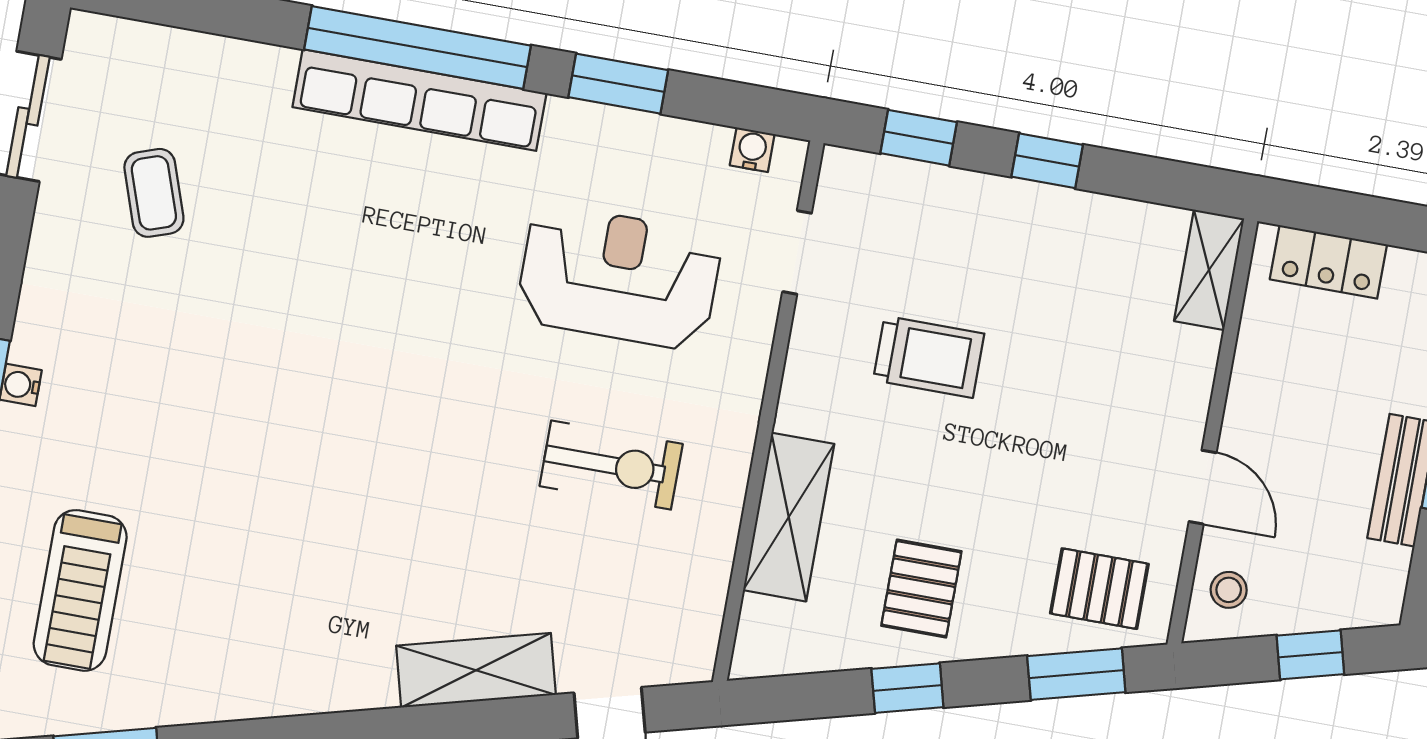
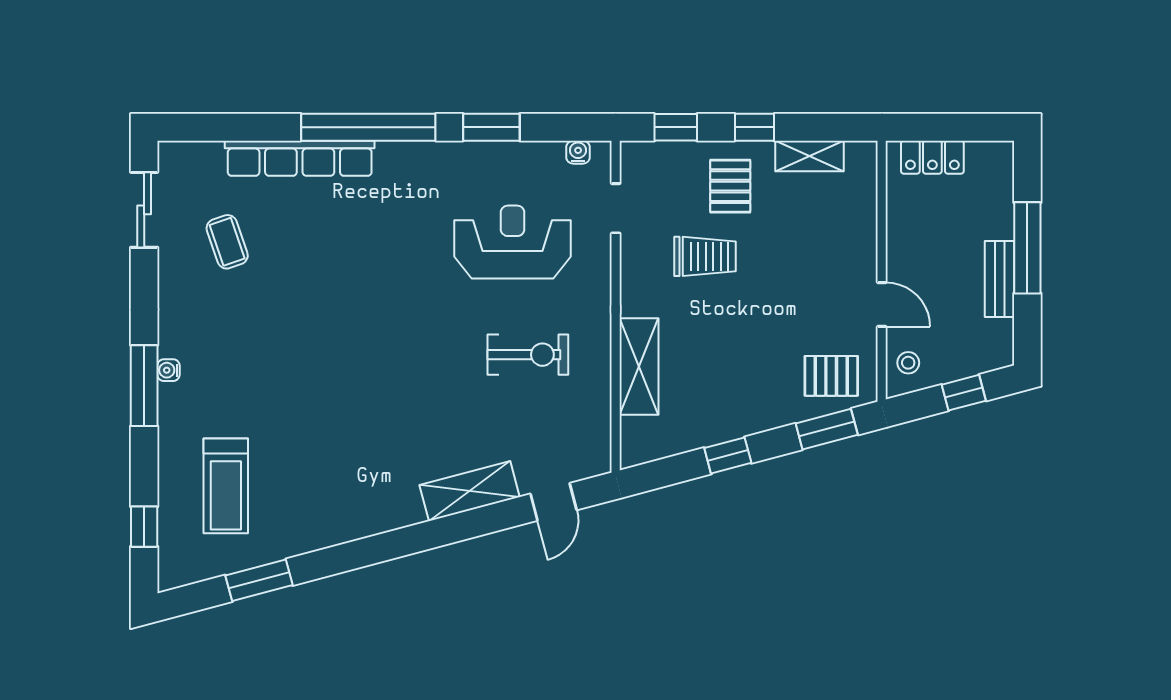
row of seats: (419, 100) -> (300, 158), moved
shelving: (1209, 270) -> (810, 156), moved, turned 90
pallet: (921, 589) -> (730, 186), moved

